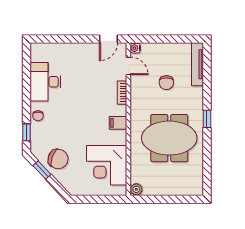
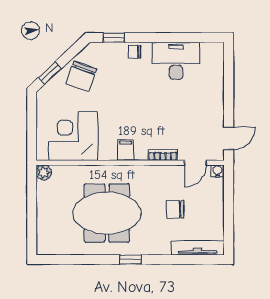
door: (108, 39) -> (229, 138), swing flipped
meeting table: (169, 138) -> (107, 213), turned 90
window: (42, 170) -> (50, 73), moved

